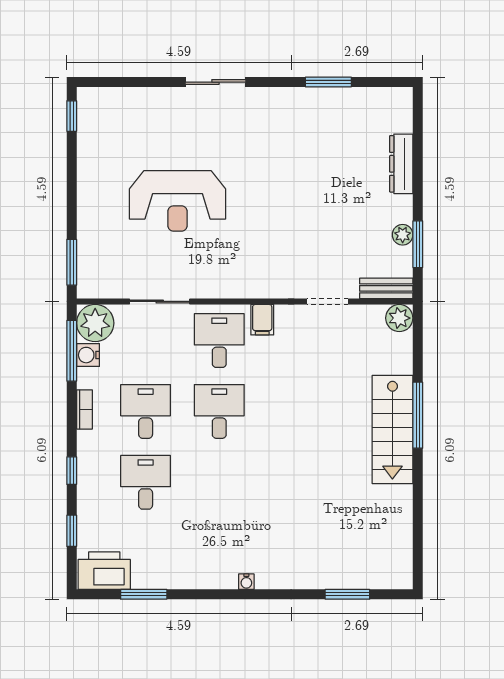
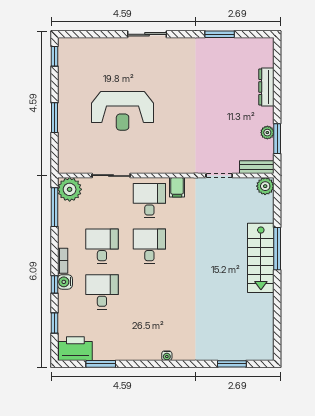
window: (72, 262) -> (54, 118), moved
water cooler: (88, 355) -> (65, 282), moved
bookcase: (84, 409) -> (63, 261), moved

